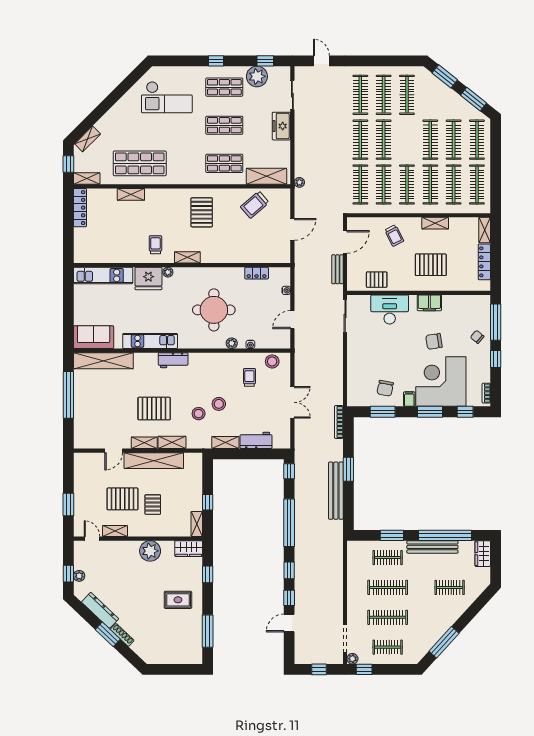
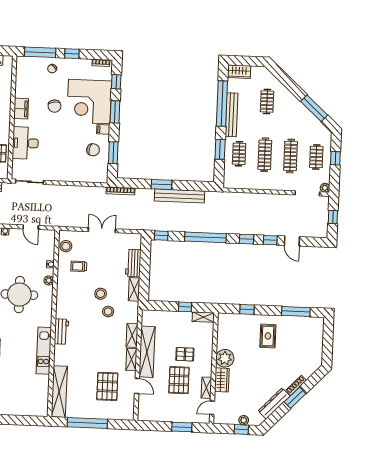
sofa: (94, 337) -> (38, 399), removed
pallet: (154, 409) -> (107, 386), moved
wardrobe: (189, 549) -> (222, 380), moved
window: (364, 669) -> (335, 158), moved

